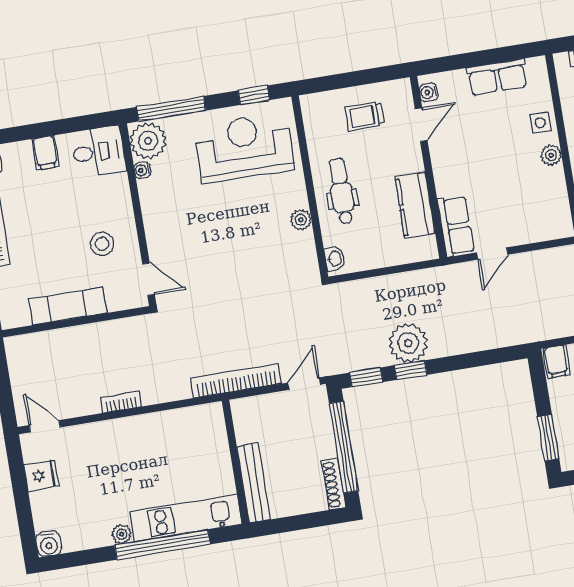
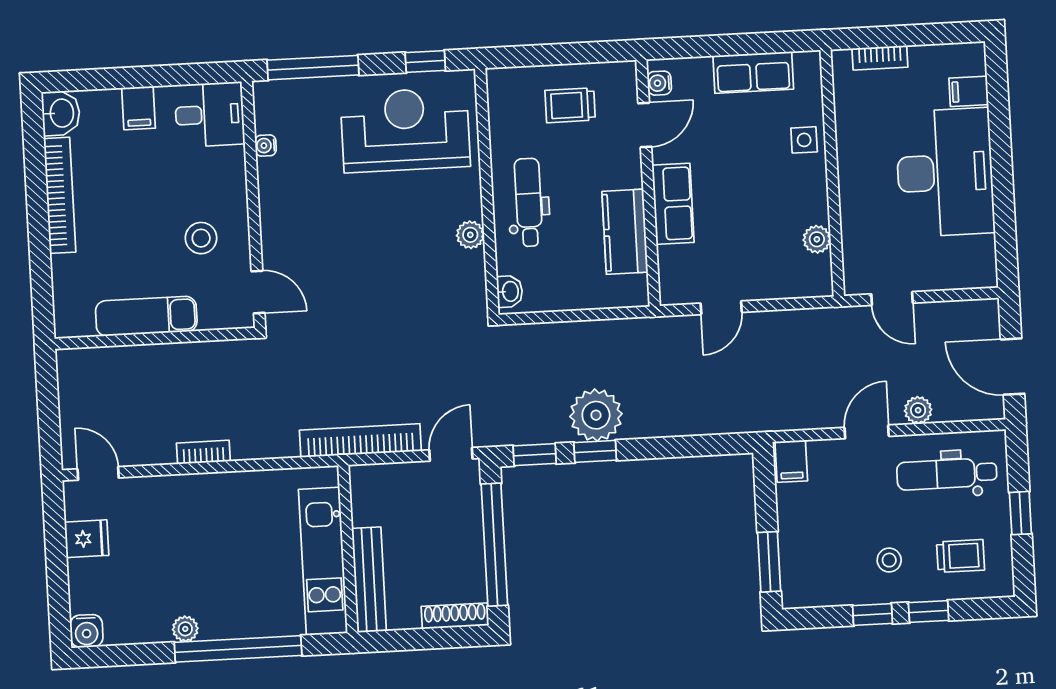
plant: (148, 141) -> (278, 107), removed
plant: (551, 155) -> (817, 239), moved
row of seats: (456, 226) -> (673, 204), moved
shoe rack: (334, 484) -> (455, 616), moved, turned 90
kitchen unit: (186, 518) -> (323, 561), moved, turned -90

